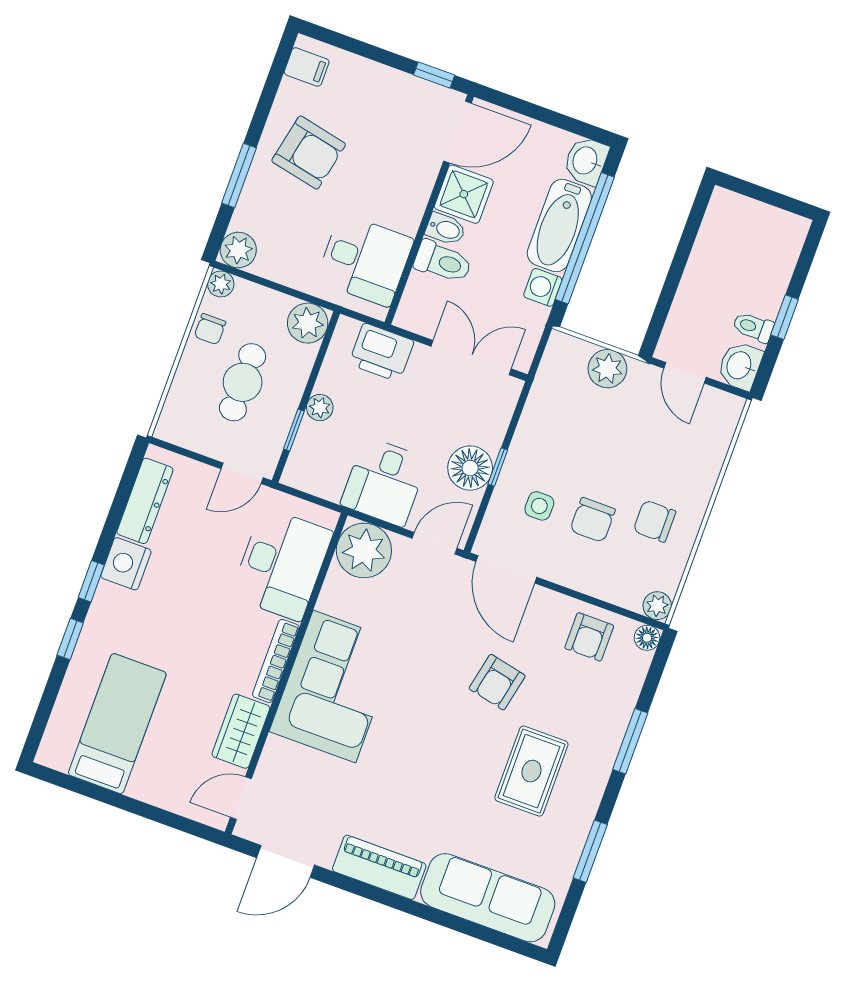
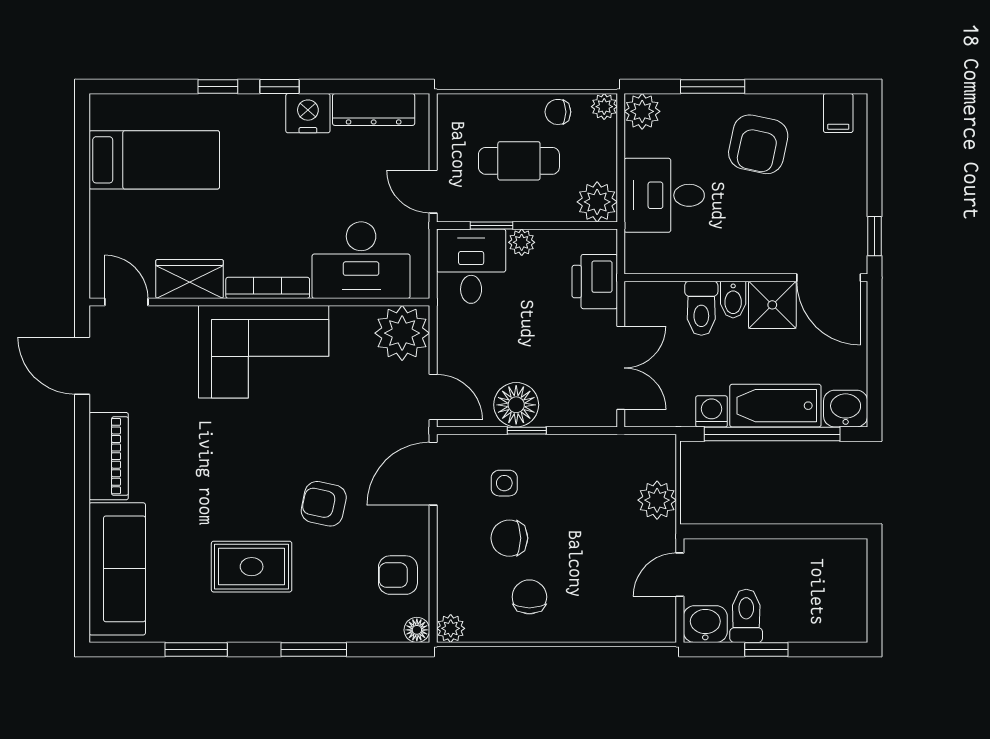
desk: (365, 260) -> (664, 195), moved, turned 90
toilet: (753, 327) -> (746, 616), width x1.37, depth x1.39
desk: (384, 482) -> (471, 266), moved, turned 90

